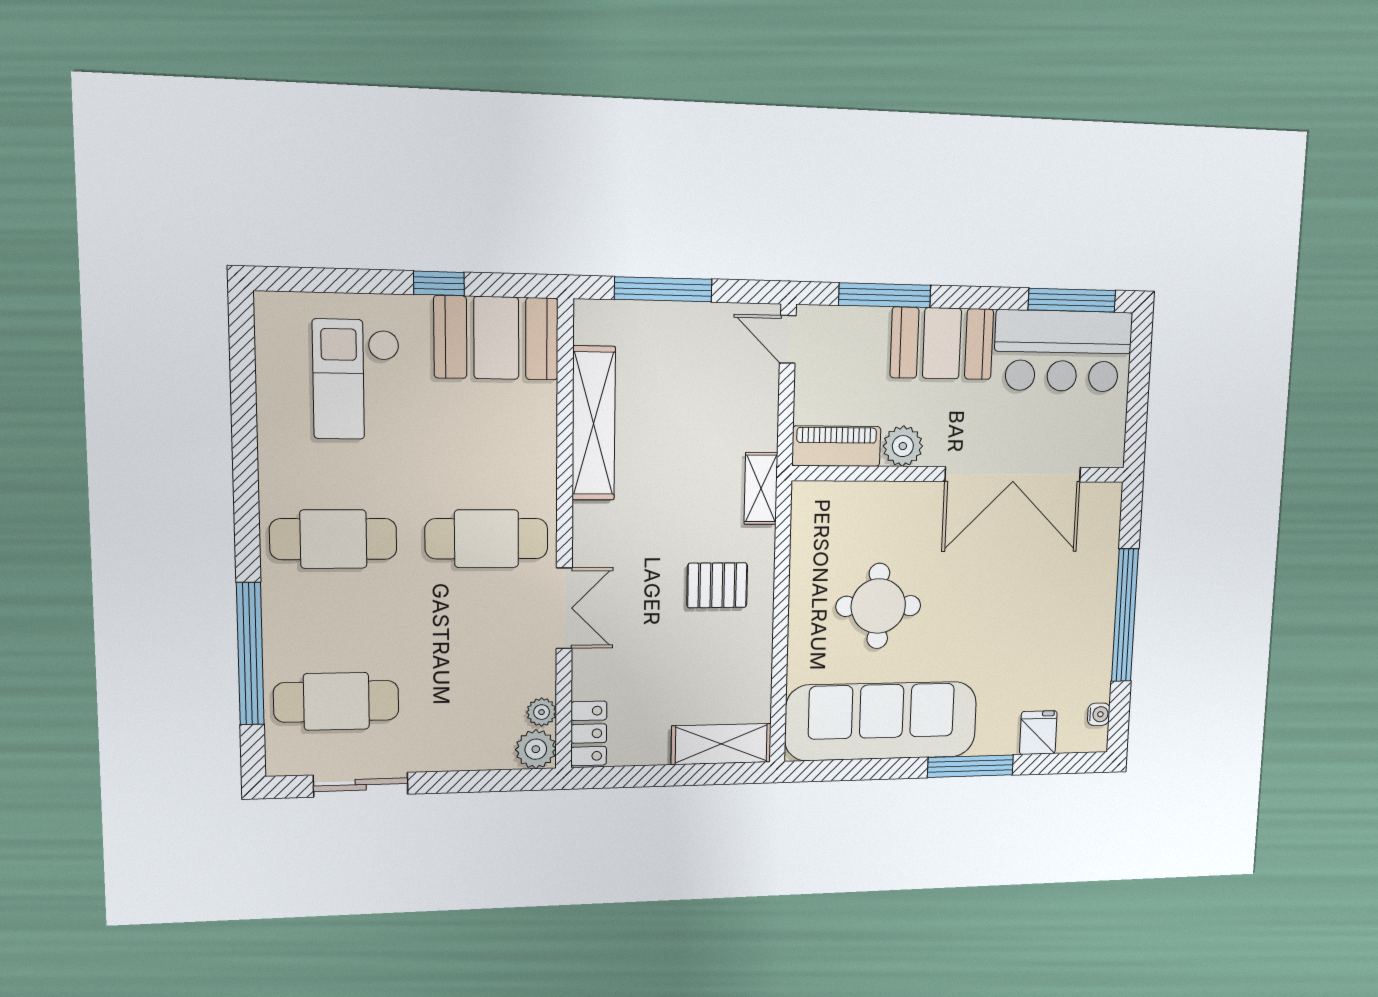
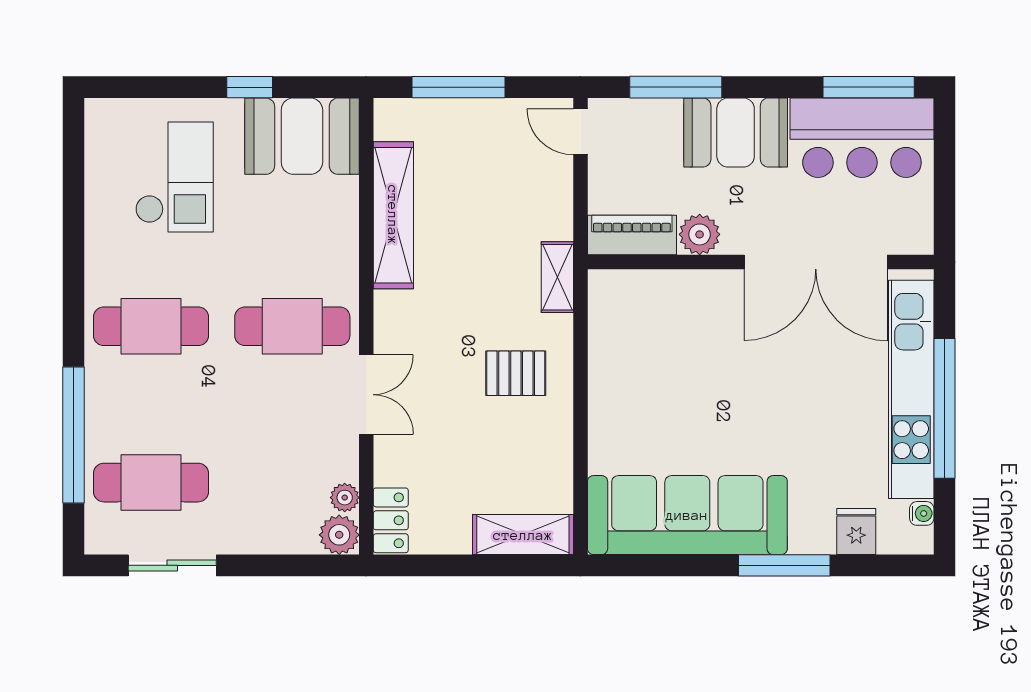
checkout: (356, 380) -> (174, 177), turned 180
kitchen unit: (1096, 598) -> (911, 389), added
round table: (878, 606) -> (680, 396), removed

